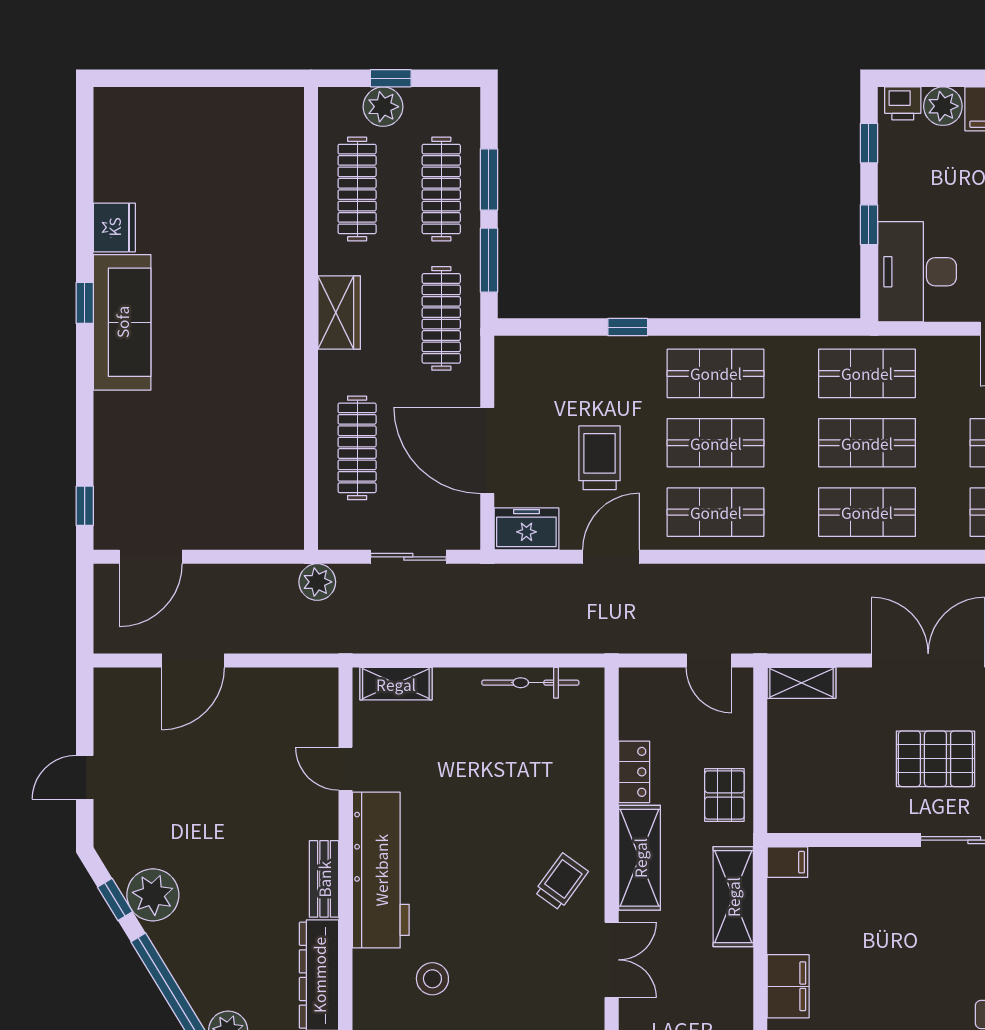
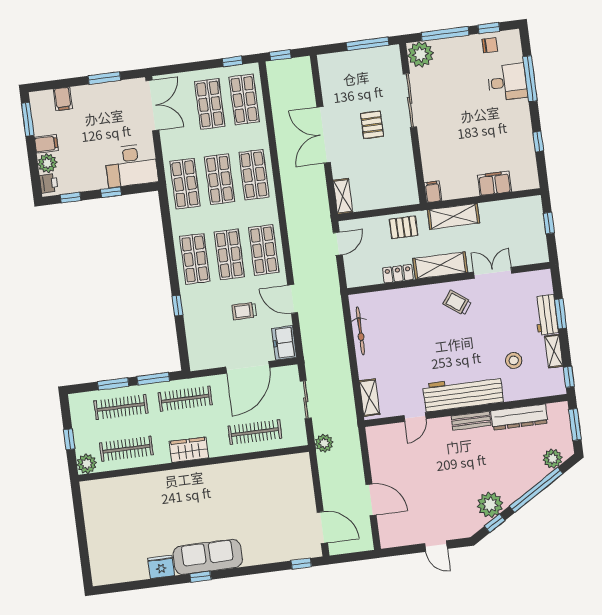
plant: (383, 107) -> (87, 464), moved
trolley: (600, 458) -> (244, 311), width x0.73, depth x0.72
pallet: (935, 759) -> (372, 125), width x0.67, depth x0.71

